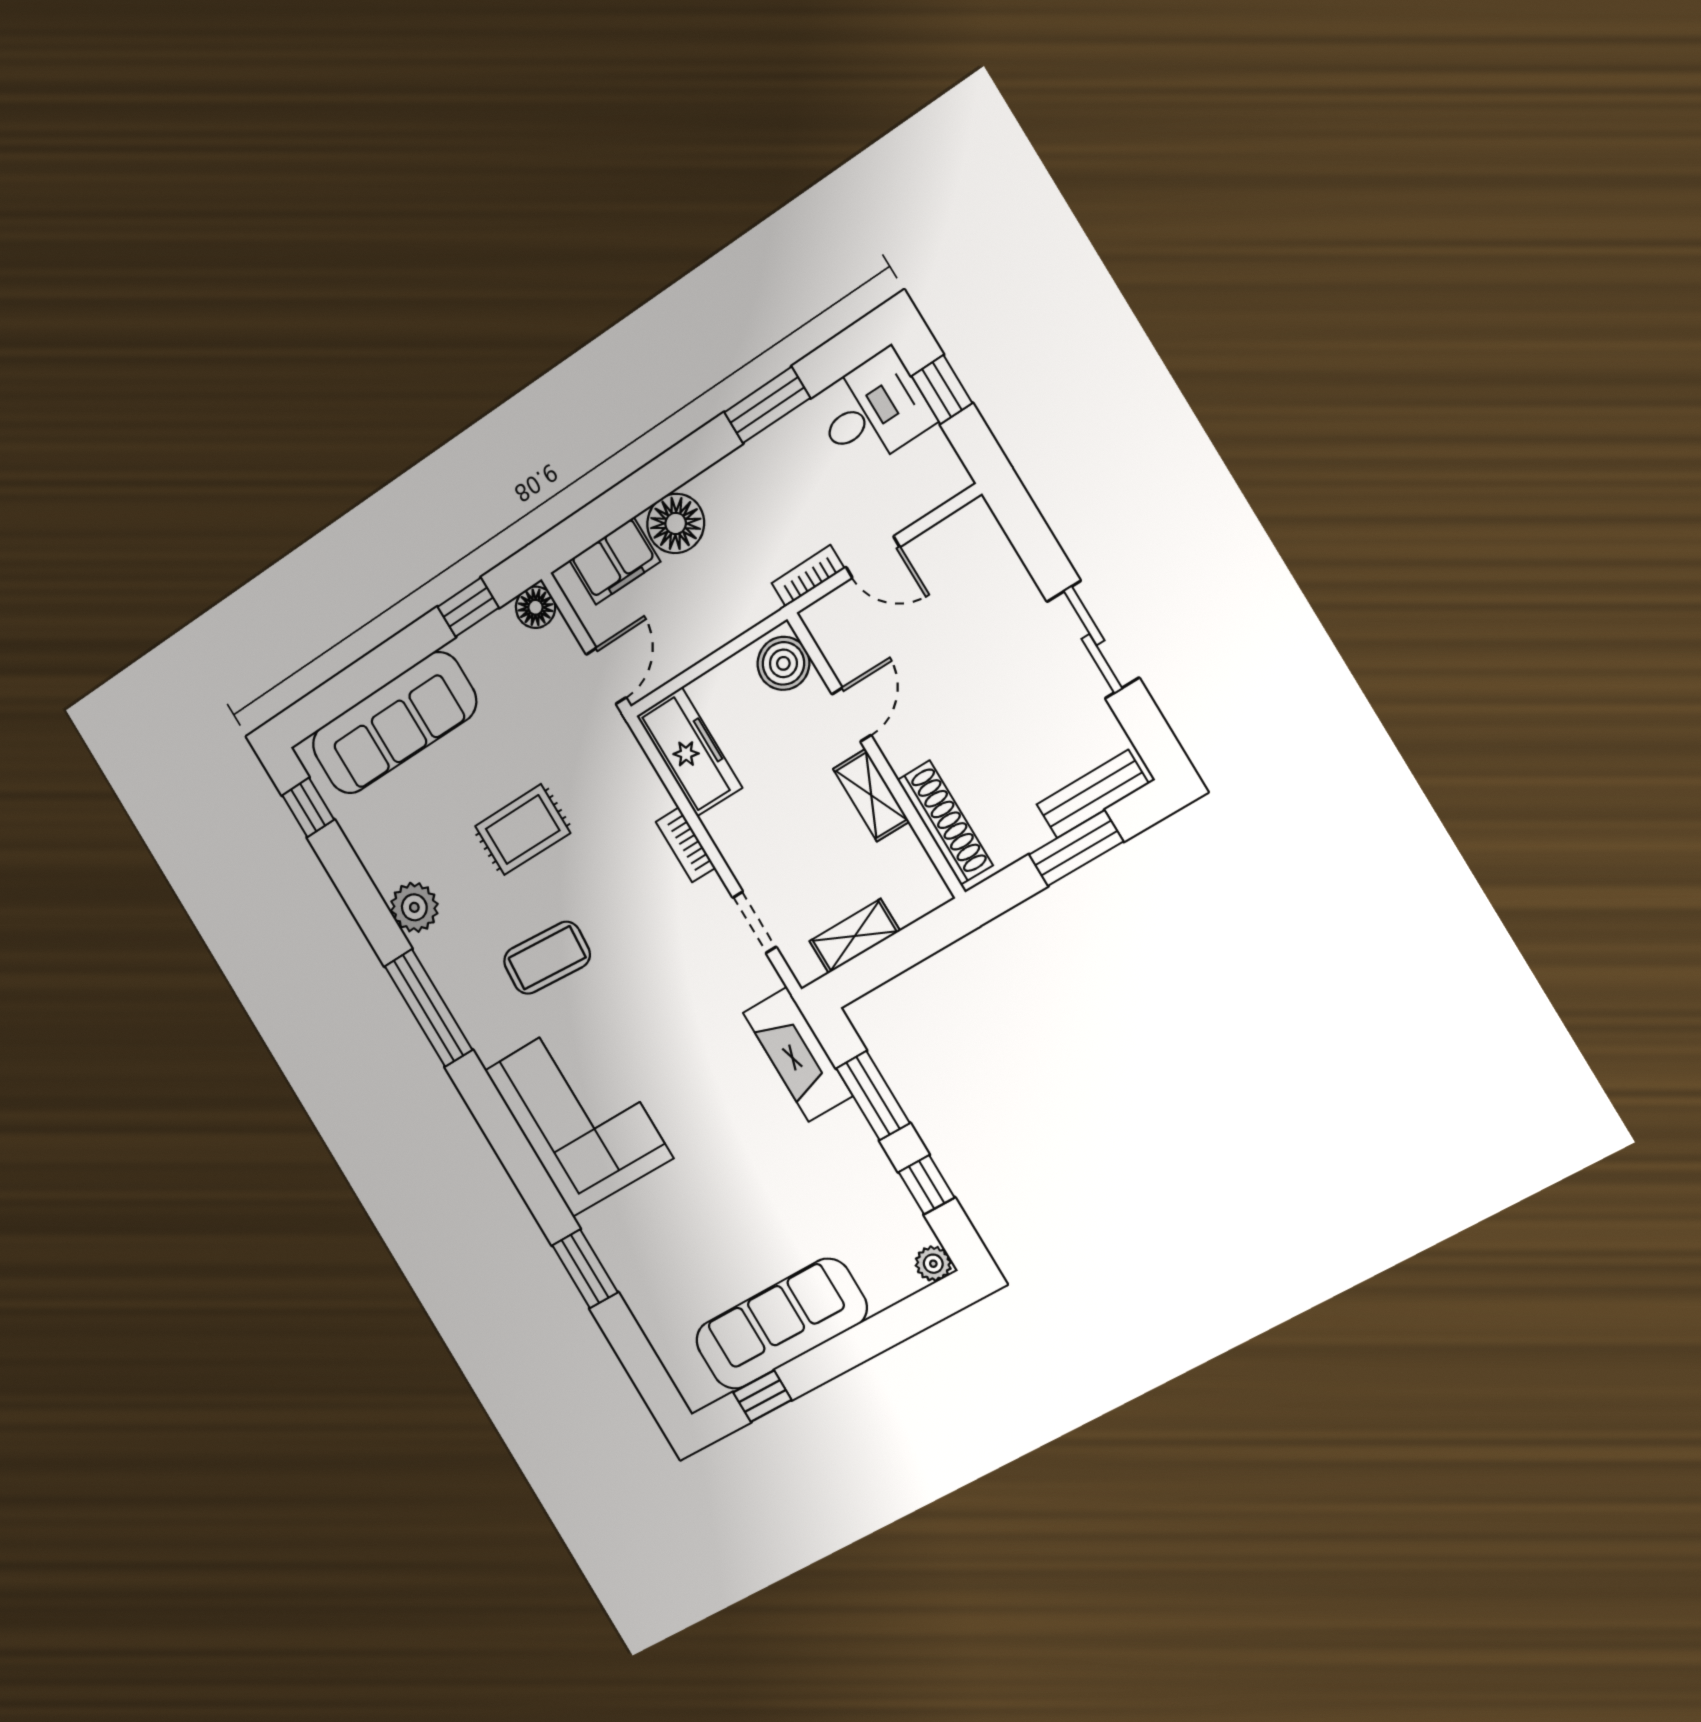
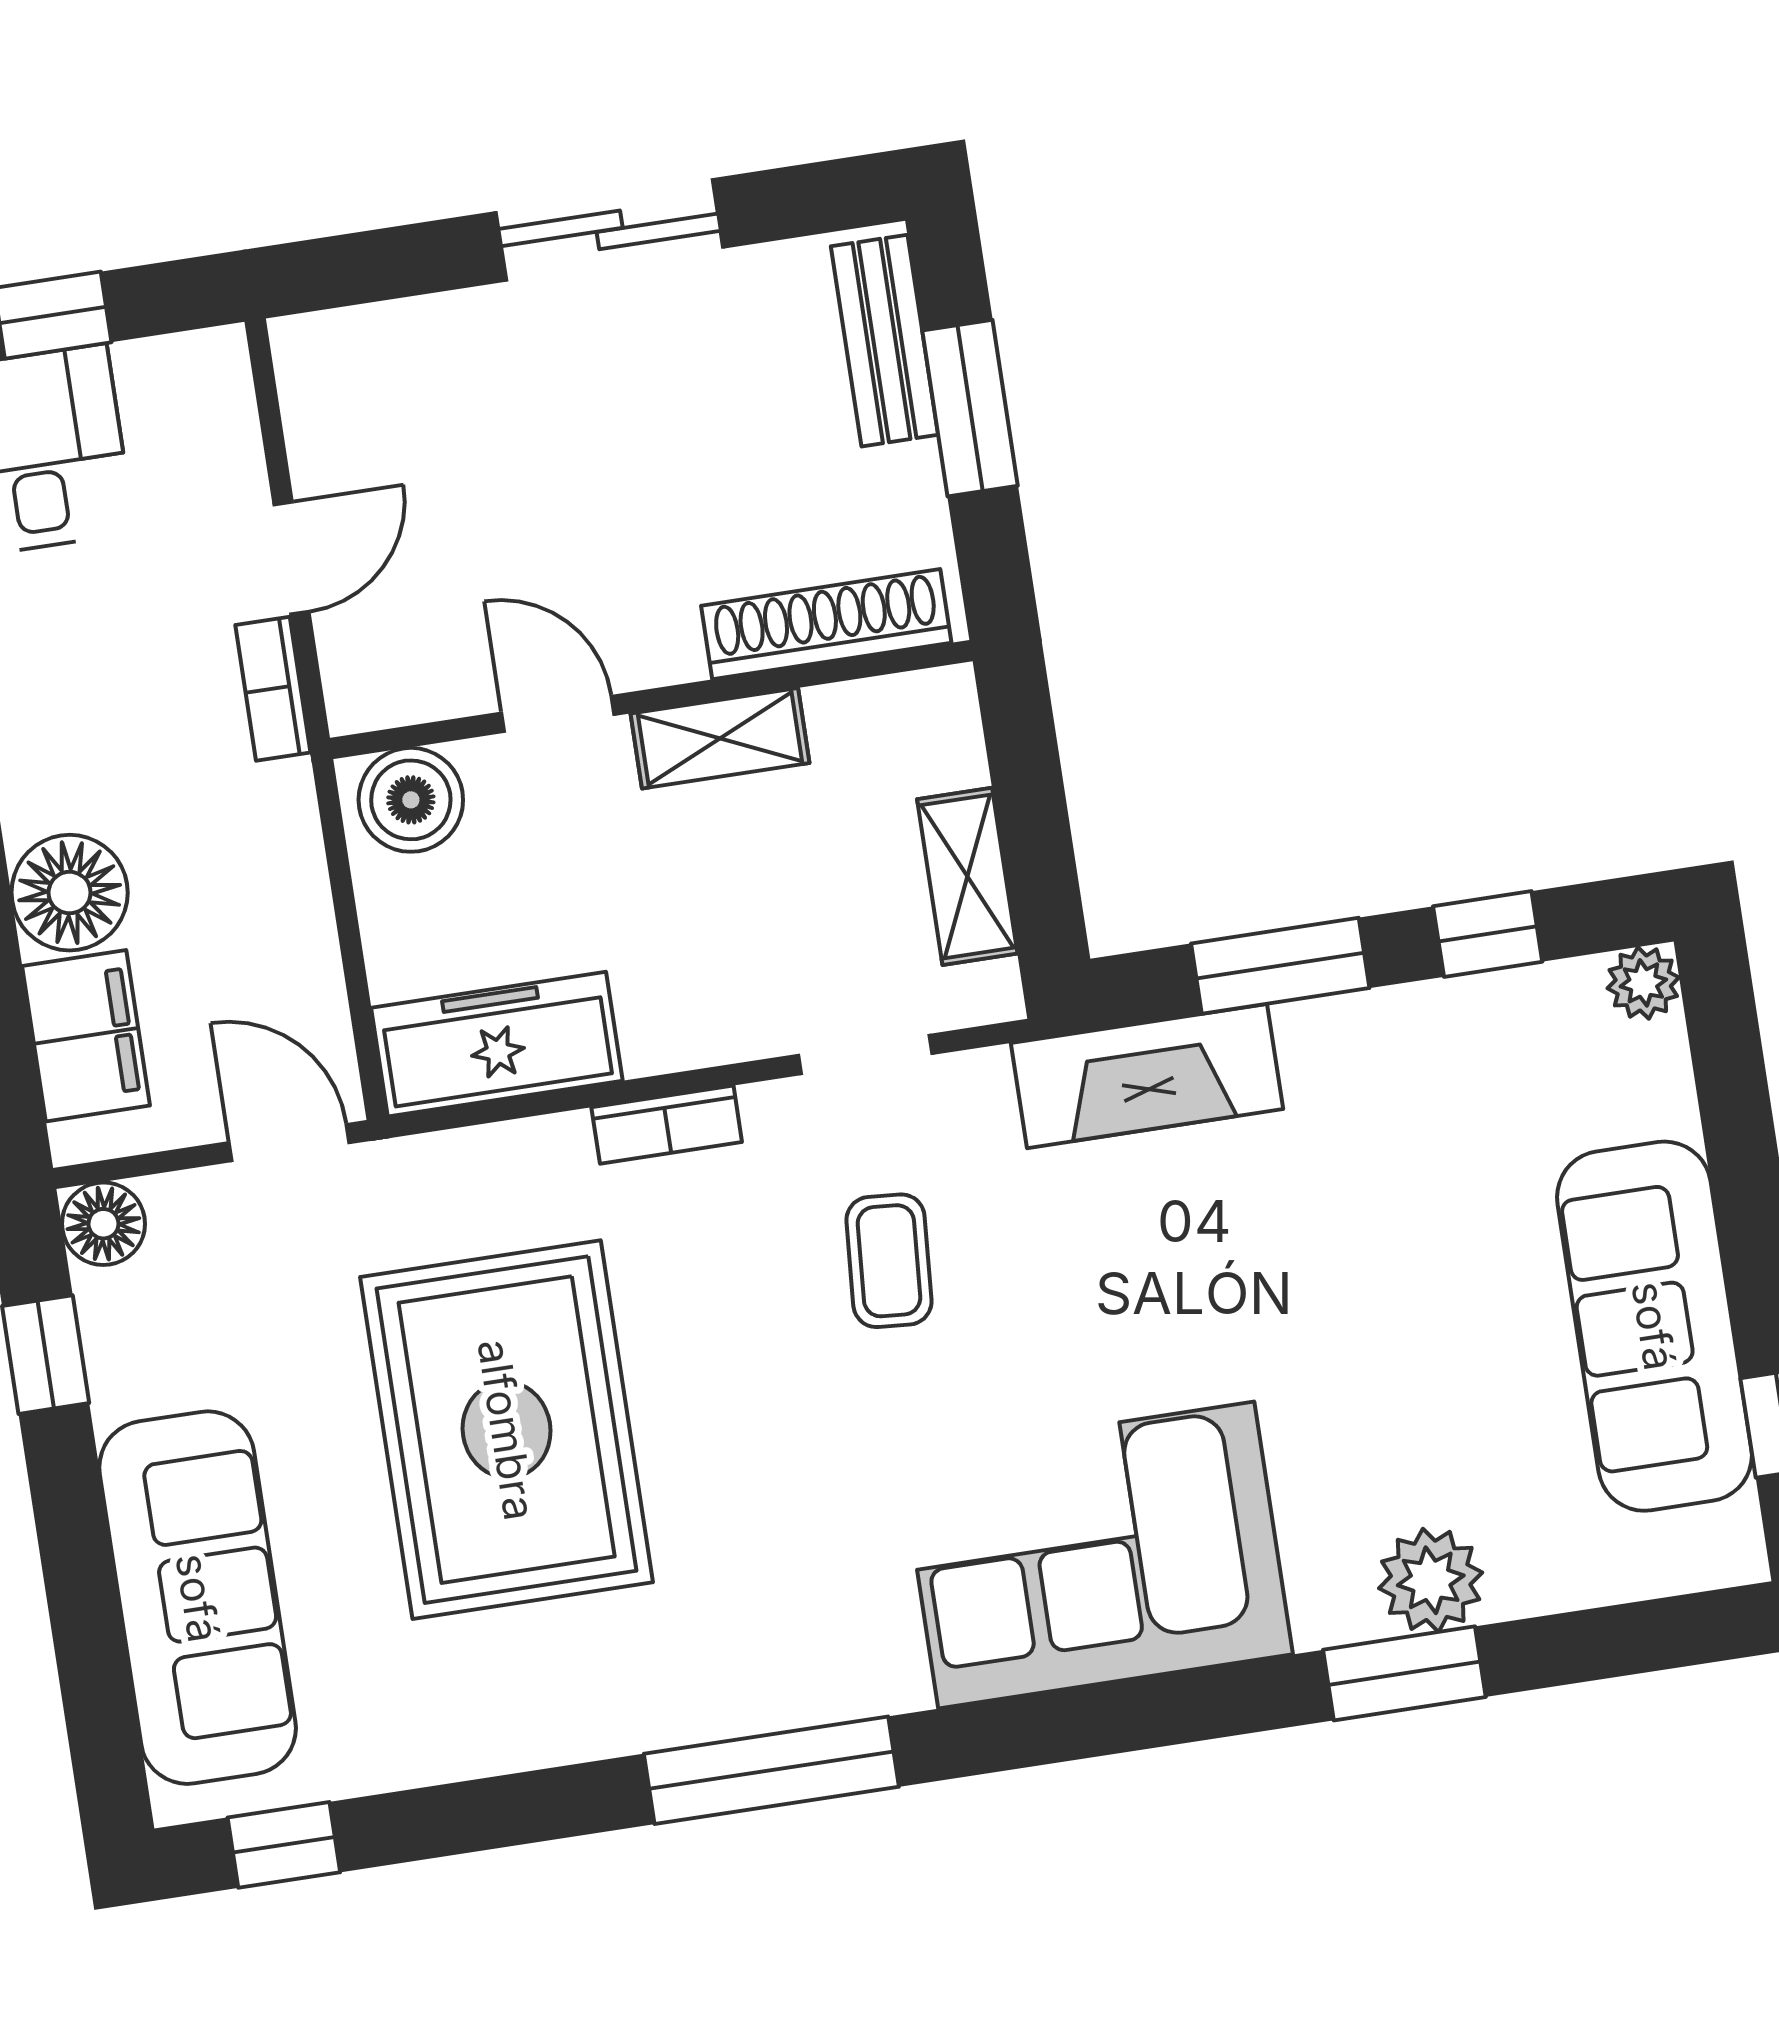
rug: (523, 830) -> (507, 1430), width x1.86, depth x2.06
plant: (414, 907) -> (1431, 1580), moved
coffee table: (547, 958) -> (889, 1261), moved, width x0.73, depth x0.77

